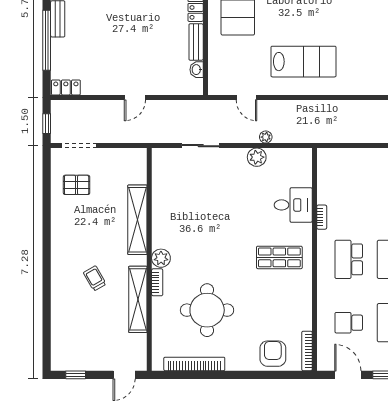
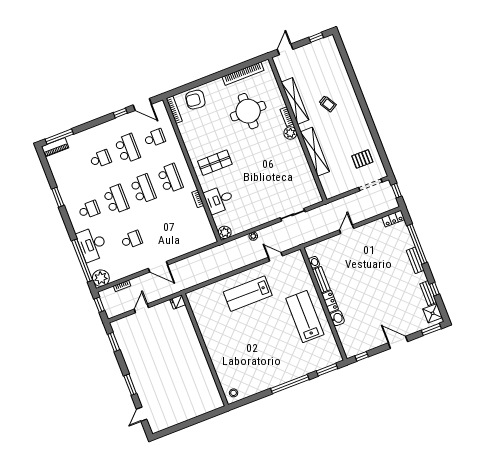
plant: (257, 157) -> (225, 232), moved
armchair: (273, 354) -> (195, 100), turned 97

